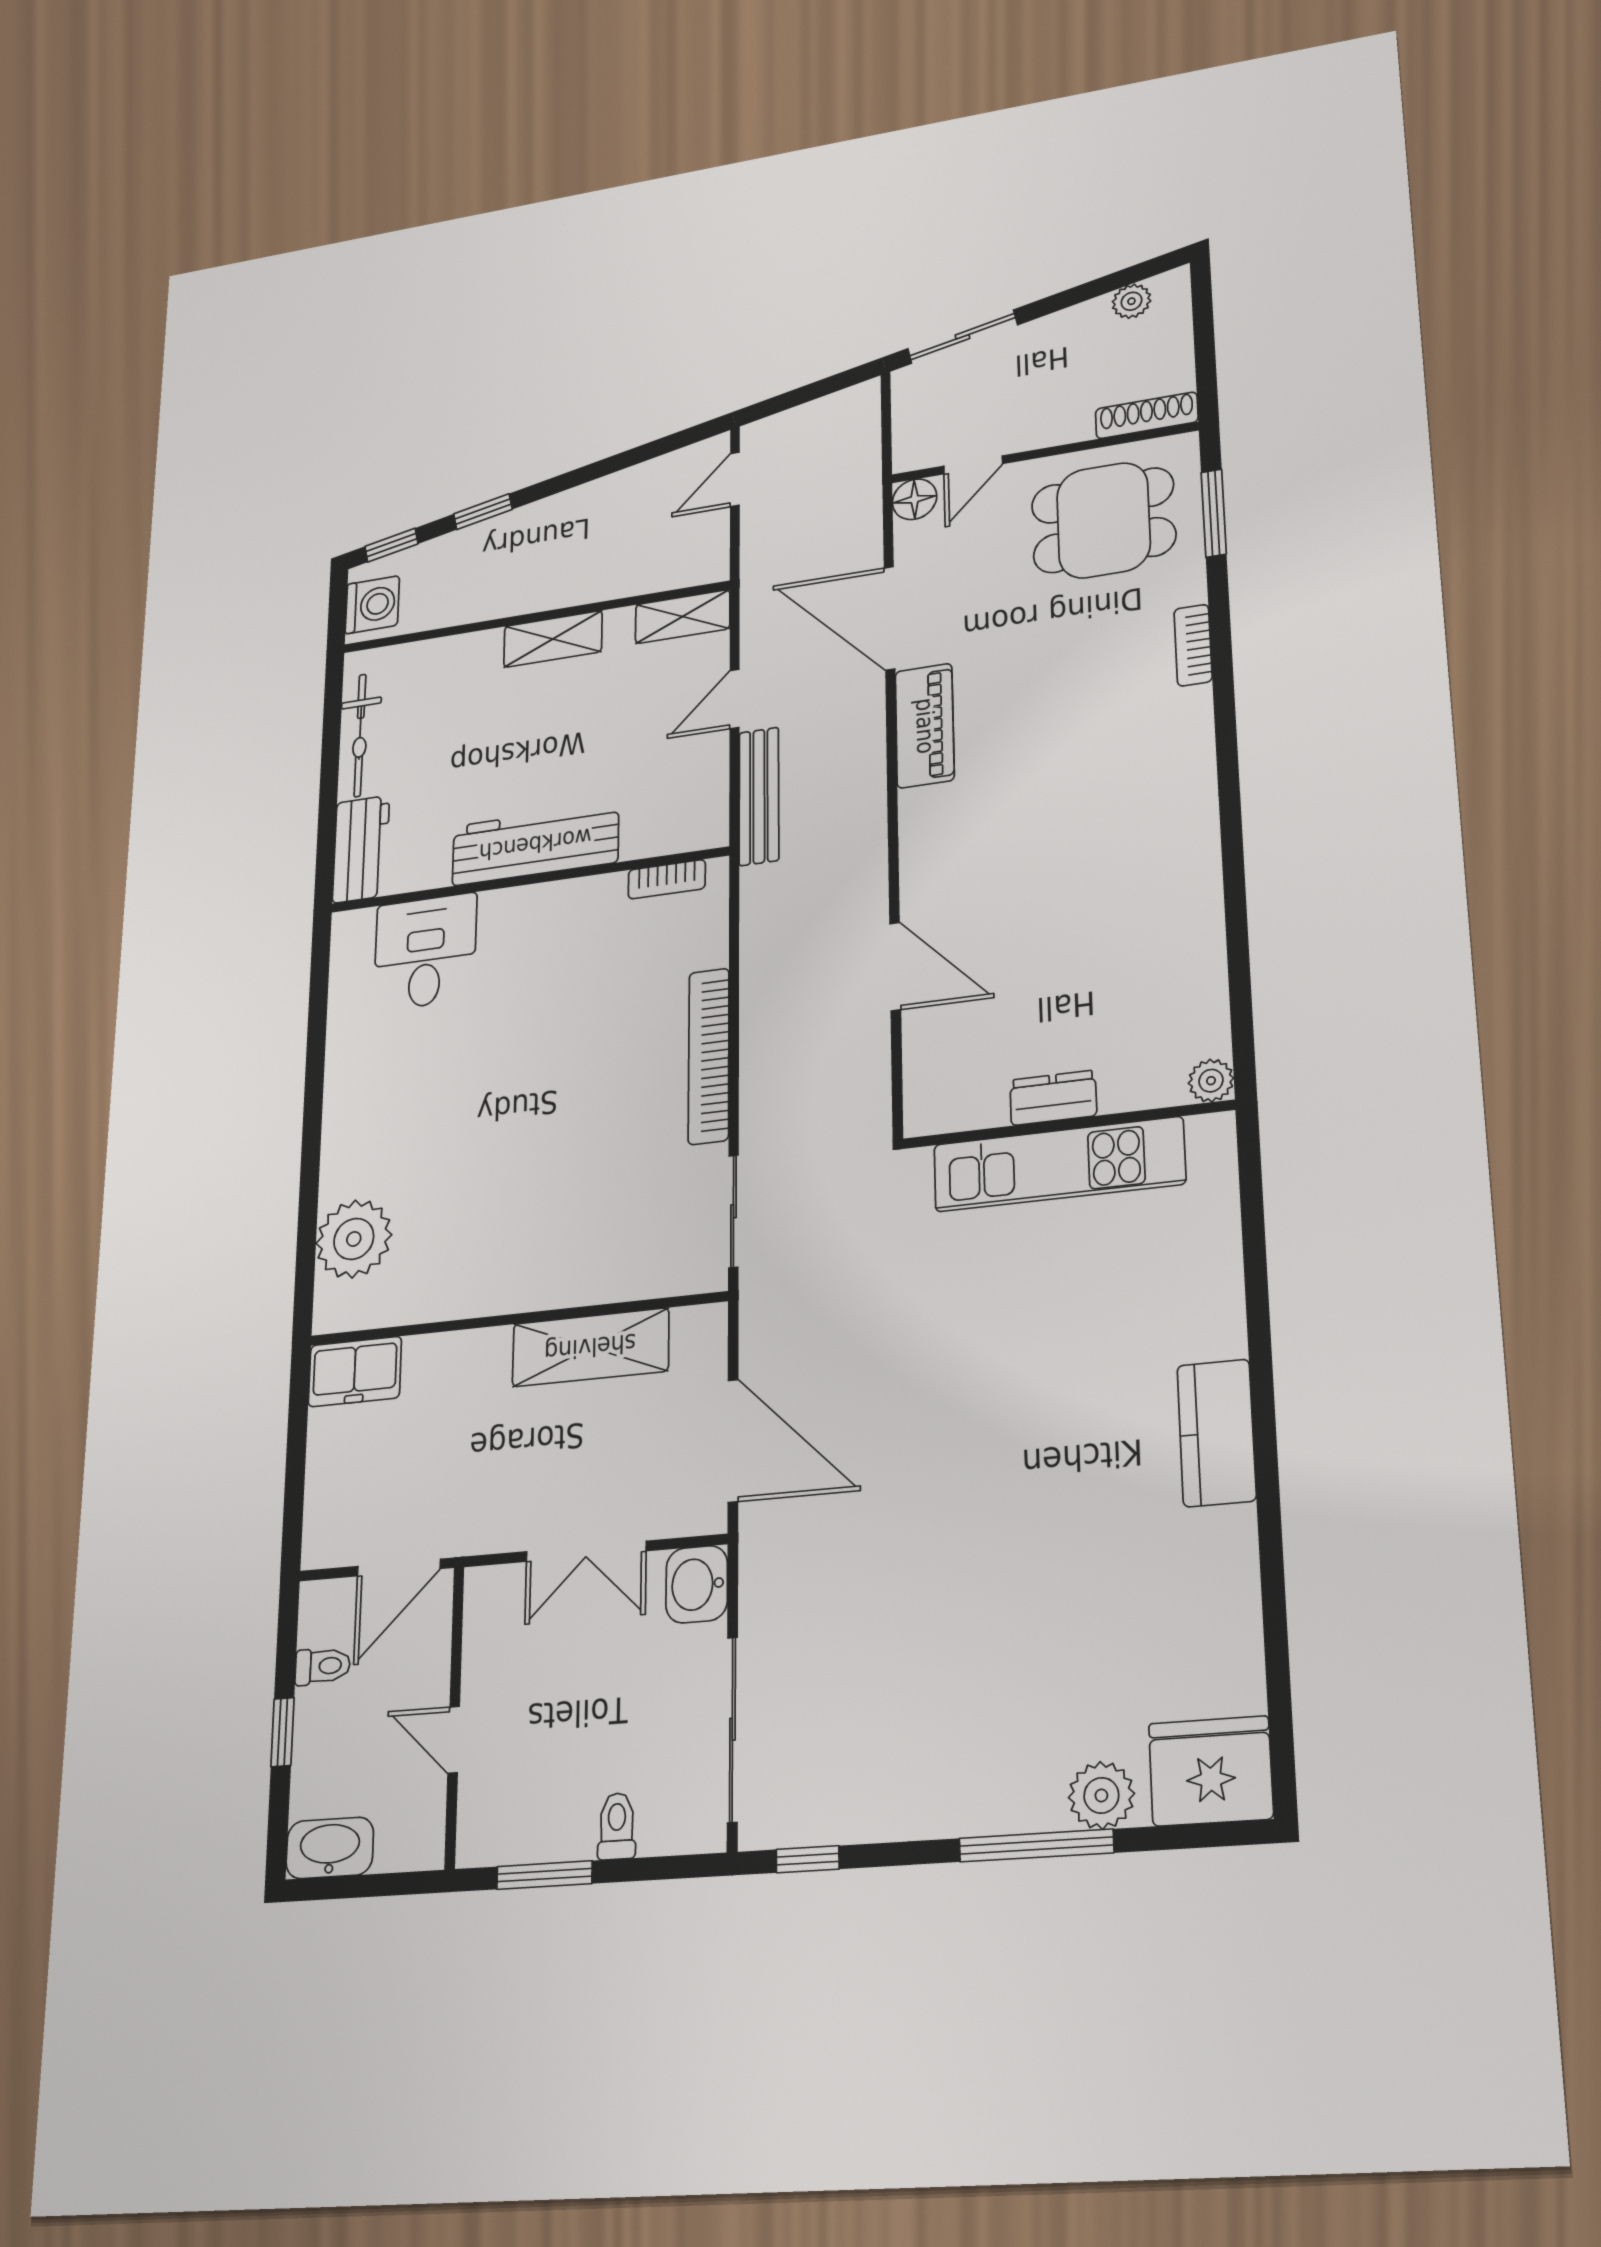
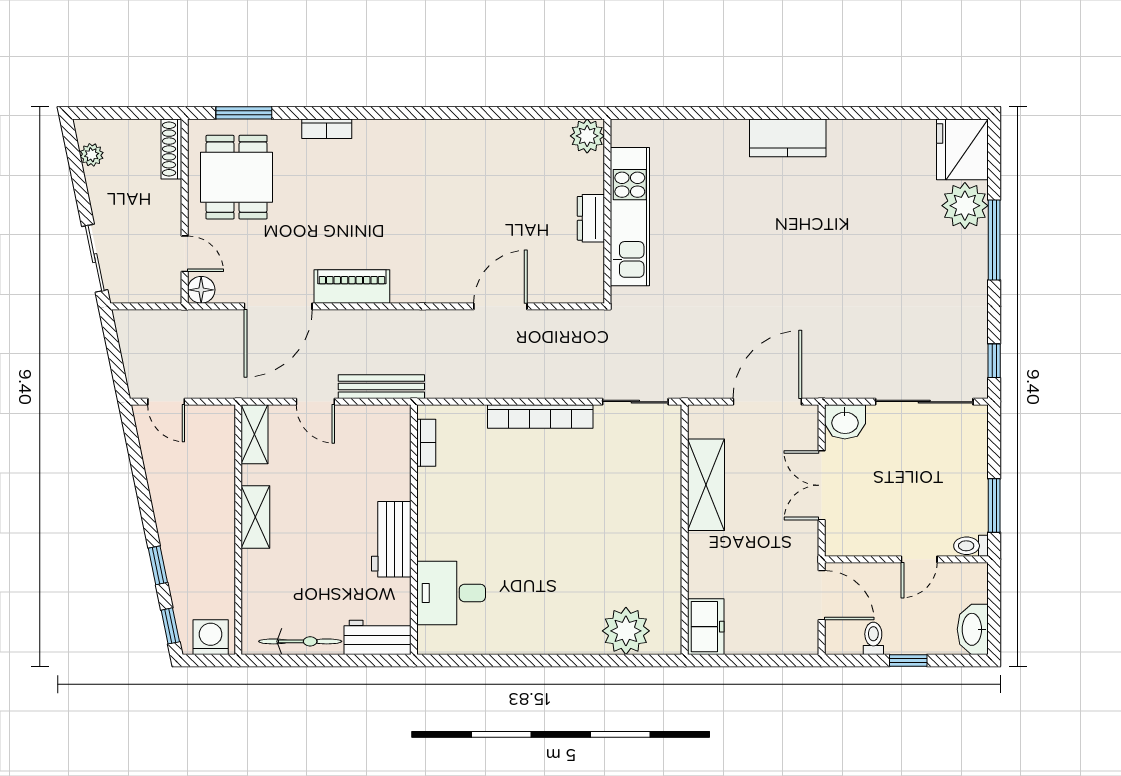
workbench: (535, 844) -> (391, 539), width x0.73
plant: (1211, 1081) -> (587, 136), width x1.38, depth x1.38
double door: (586, 1551) -> (822, 485), swing flipped
plant: (1101, 1795) -> (965, 206), width x1.36, depth x1.36
toilet: (617, 1826) -> (971, 546), moved

